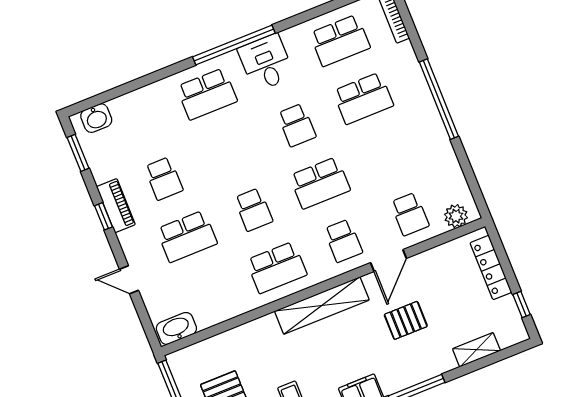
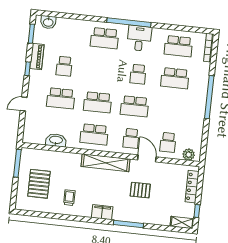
piano: (116, 206) -> (37, 57), moved
school desk: (253, 210) -> (98, 102), width x1.85
door: (388, 260) -> (147, 158), swing flipped
door: (129, 280) -> (24, 104), hinge flipped
washbasin: (176, 328) -> (56, 140), moved
shelving: (476, 350) -> (182, 222), moved

